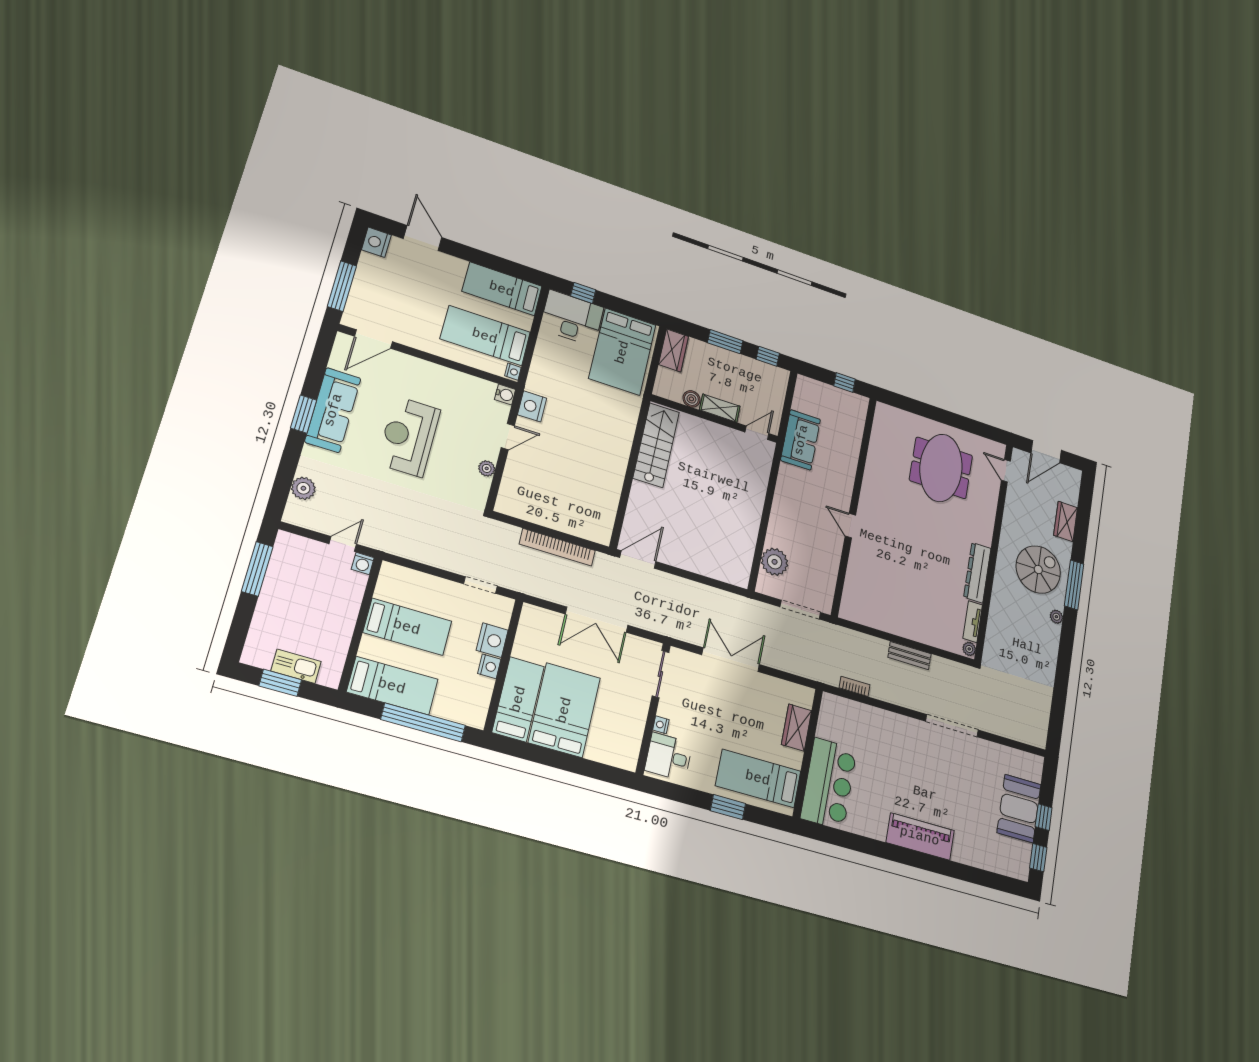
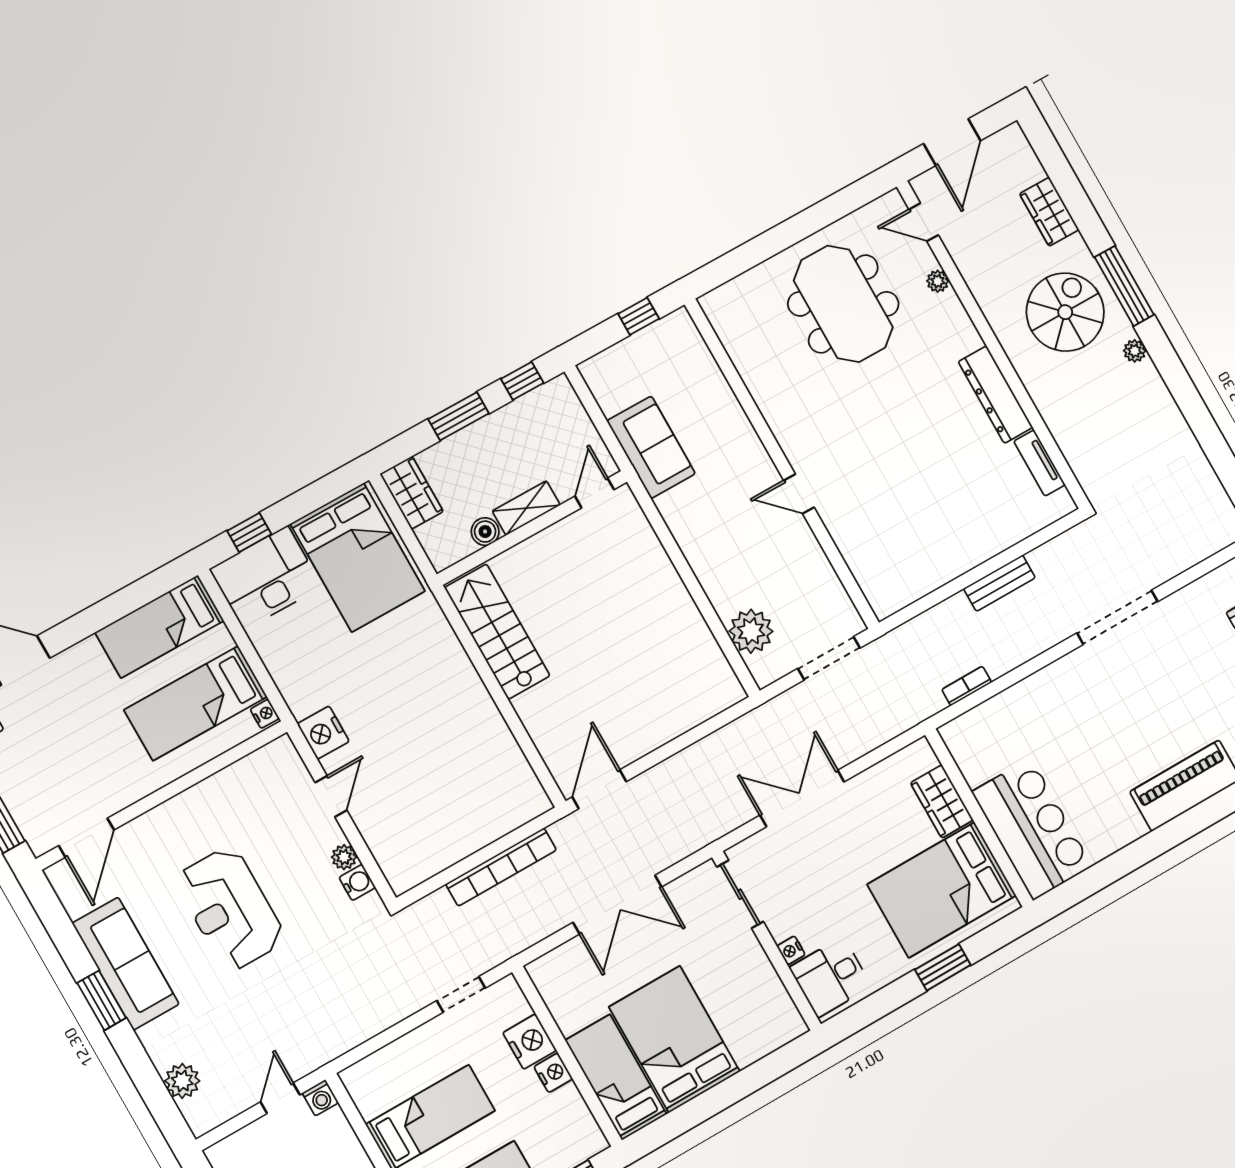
water cooler: (505, 395) -> (357, 882), moved
plant: (969, 649) -> (938, 281), moved
bed: (758, 778) -> (942, 890), width x1.50

